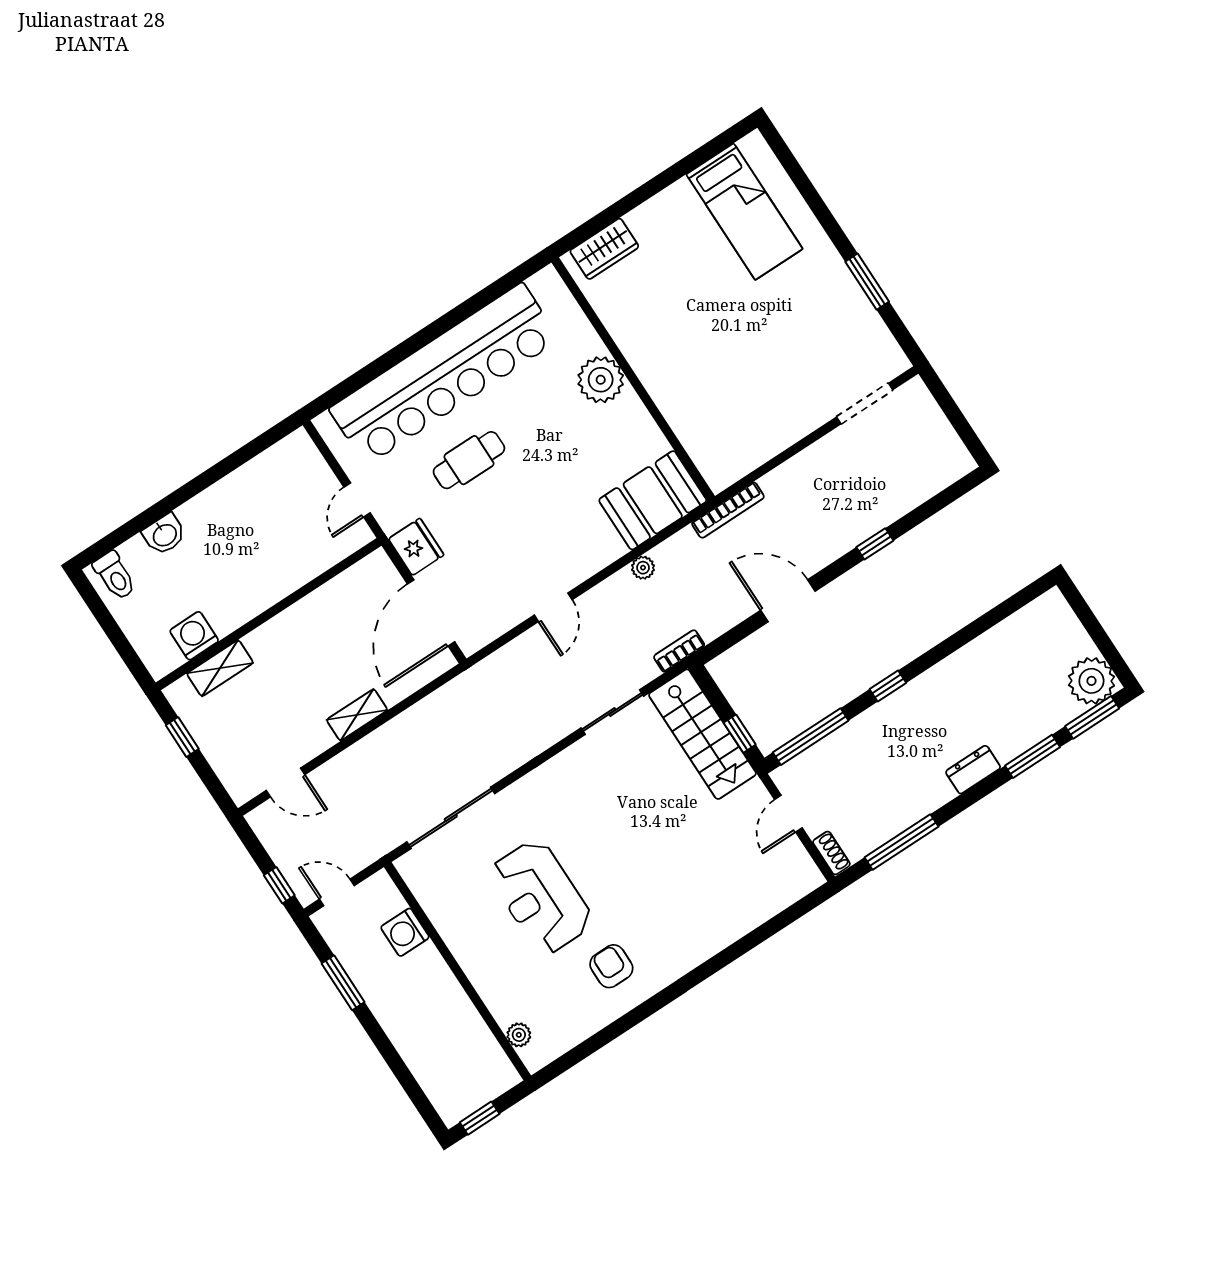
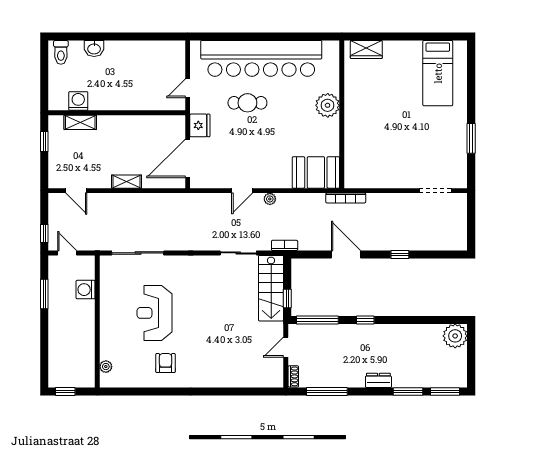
plant: (643, 568) -> (270, 199), moved
plant: (1091, 681) -> (455, 336), moved

